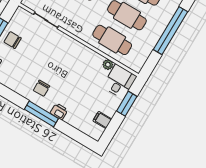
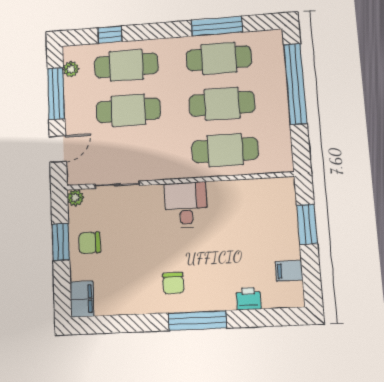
plant: (108, 65) -> (76, 198), moved
desk: (120, 81) -> (186, 205), moved
printer: (59, 111) -> (249, 299), moved

